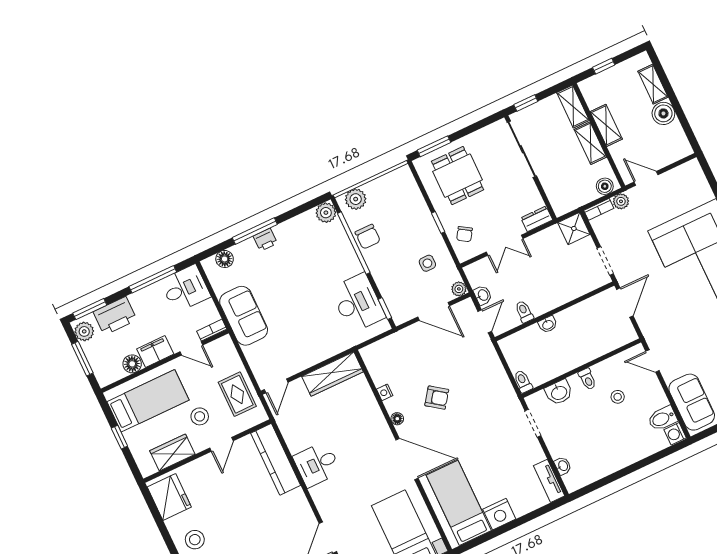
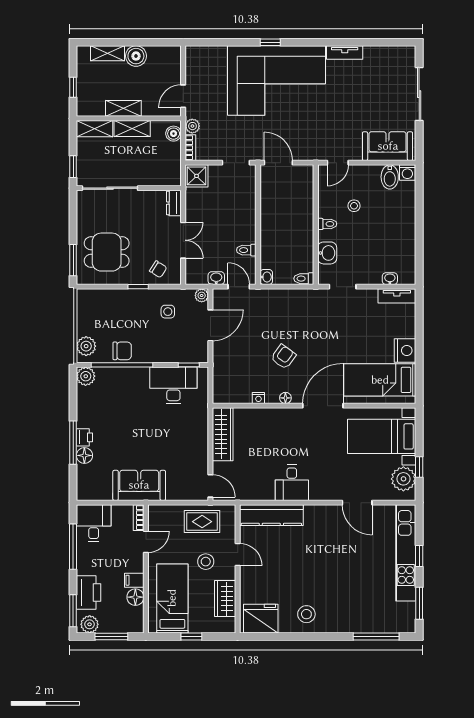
floor lamp: (225, 259) -> (84, 455), moved
washbasin: (548, 324) -> (266, 277), moved
filing cabinet: (155, 351) -> (134, 580), width x0.50

